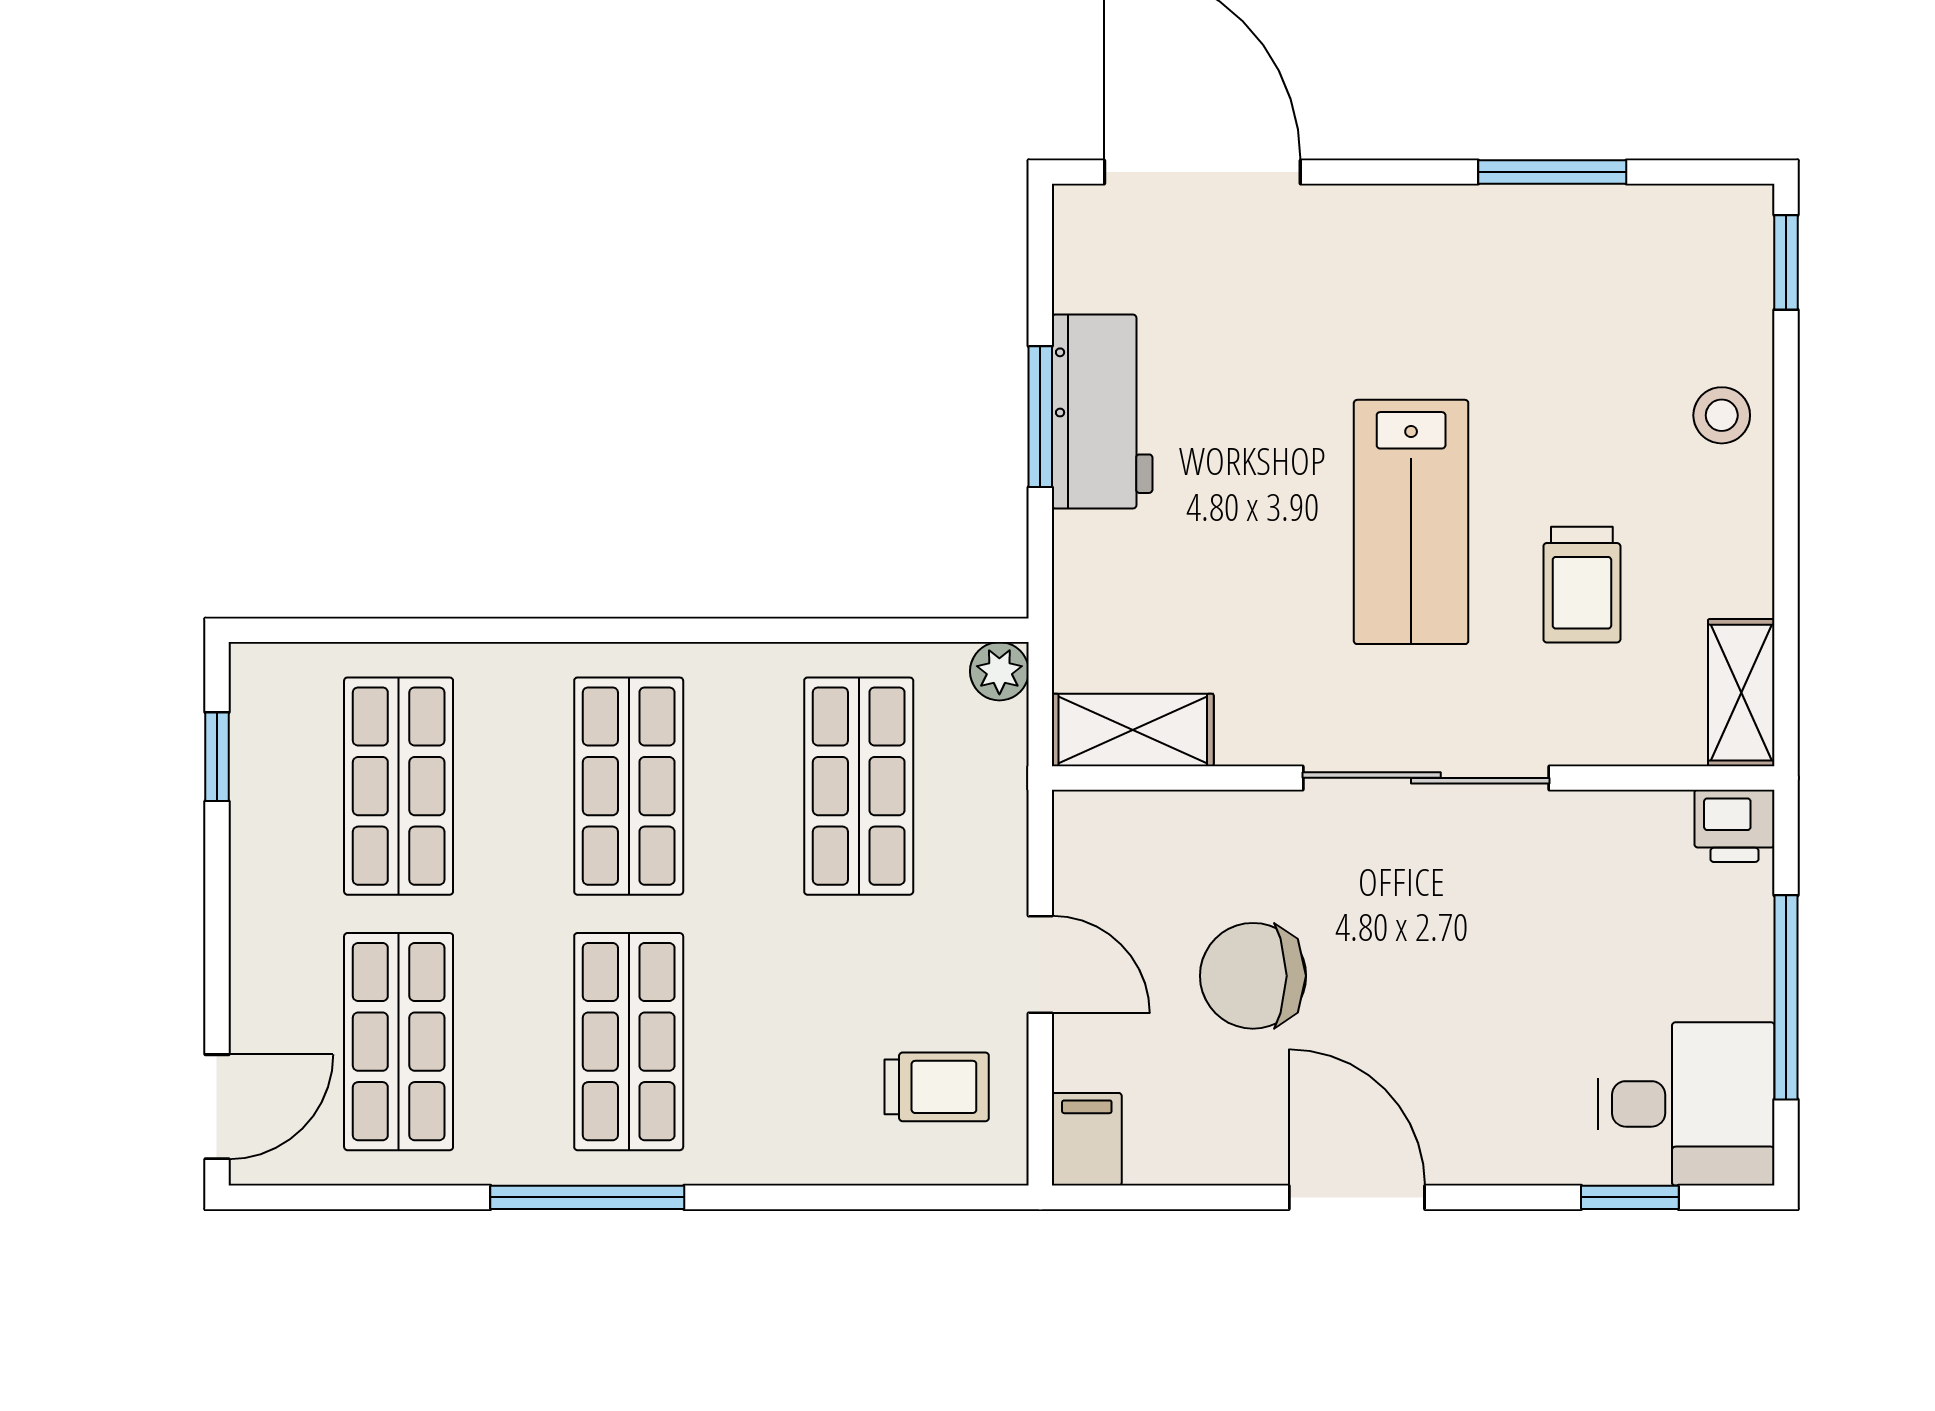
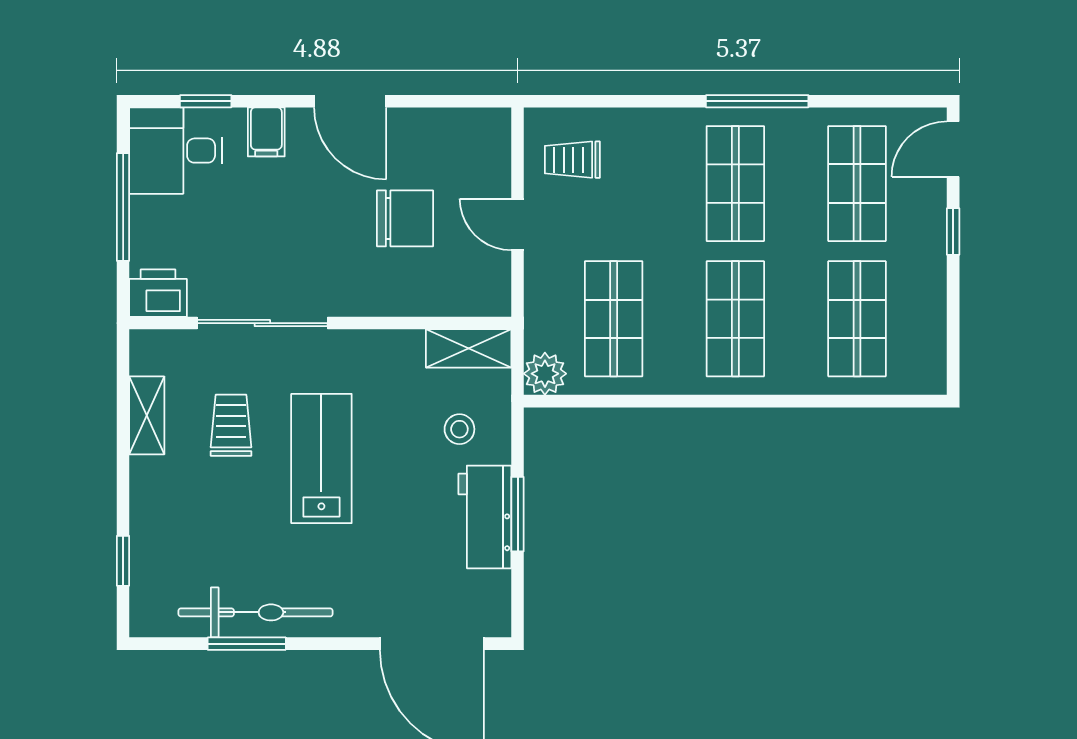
bicycle: (1536, 231) -> (256, 612), added
window: (1786, 262) -> (123, 561), moved
stool: (1722, 415) -> (459, 429), moved
plant: (999, 671) -> (545, 374), width x1.38, depth x1.38
shelving: (1741, 693) -> (147, 415), moved
window: (217, 757) -> (953, 232), moved
sliding door: (1426, 778) -> (262, 323), moved
printer: (1734, 826) -> (158, 293), width x1.36, depth x1.24
filing cabinet: (1087, 1139) -> (266, 132), moved

